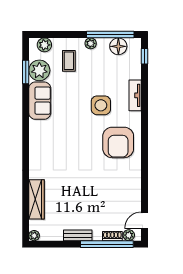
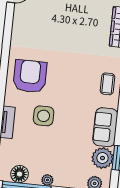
coffee table: (69, 61) -> (107, 84), moved

